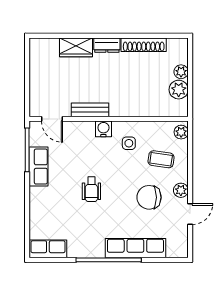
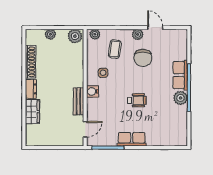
plant: (179, 90) -> (75, 36), moved
row of seats: (39, 167) -> (132, 139), moved
plant: (95, 248) -> (181, 98), added
row of seats: (135, 248) -> (180, 75), width x0.68
row of seats: (48, 249) -> (181, 132), removed

